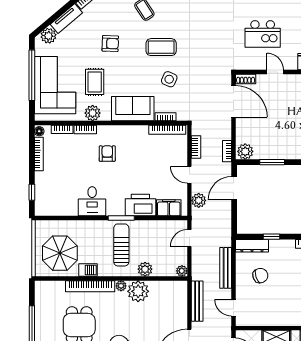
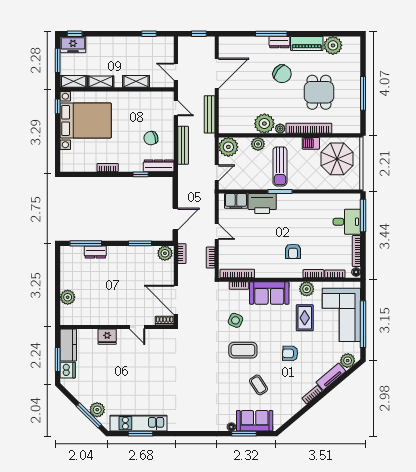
kitchen island: (263, 34) -> (149, 362), removed
window: (32, 192) -> (363, 215), width x2.17
plant: (199, 200) -> (208, 208), removed
desk: (92, 201) -> (347, 222), moved, turned 90
plant: (182, 271) -> (228, 147), width x1.88, depth x1.88

